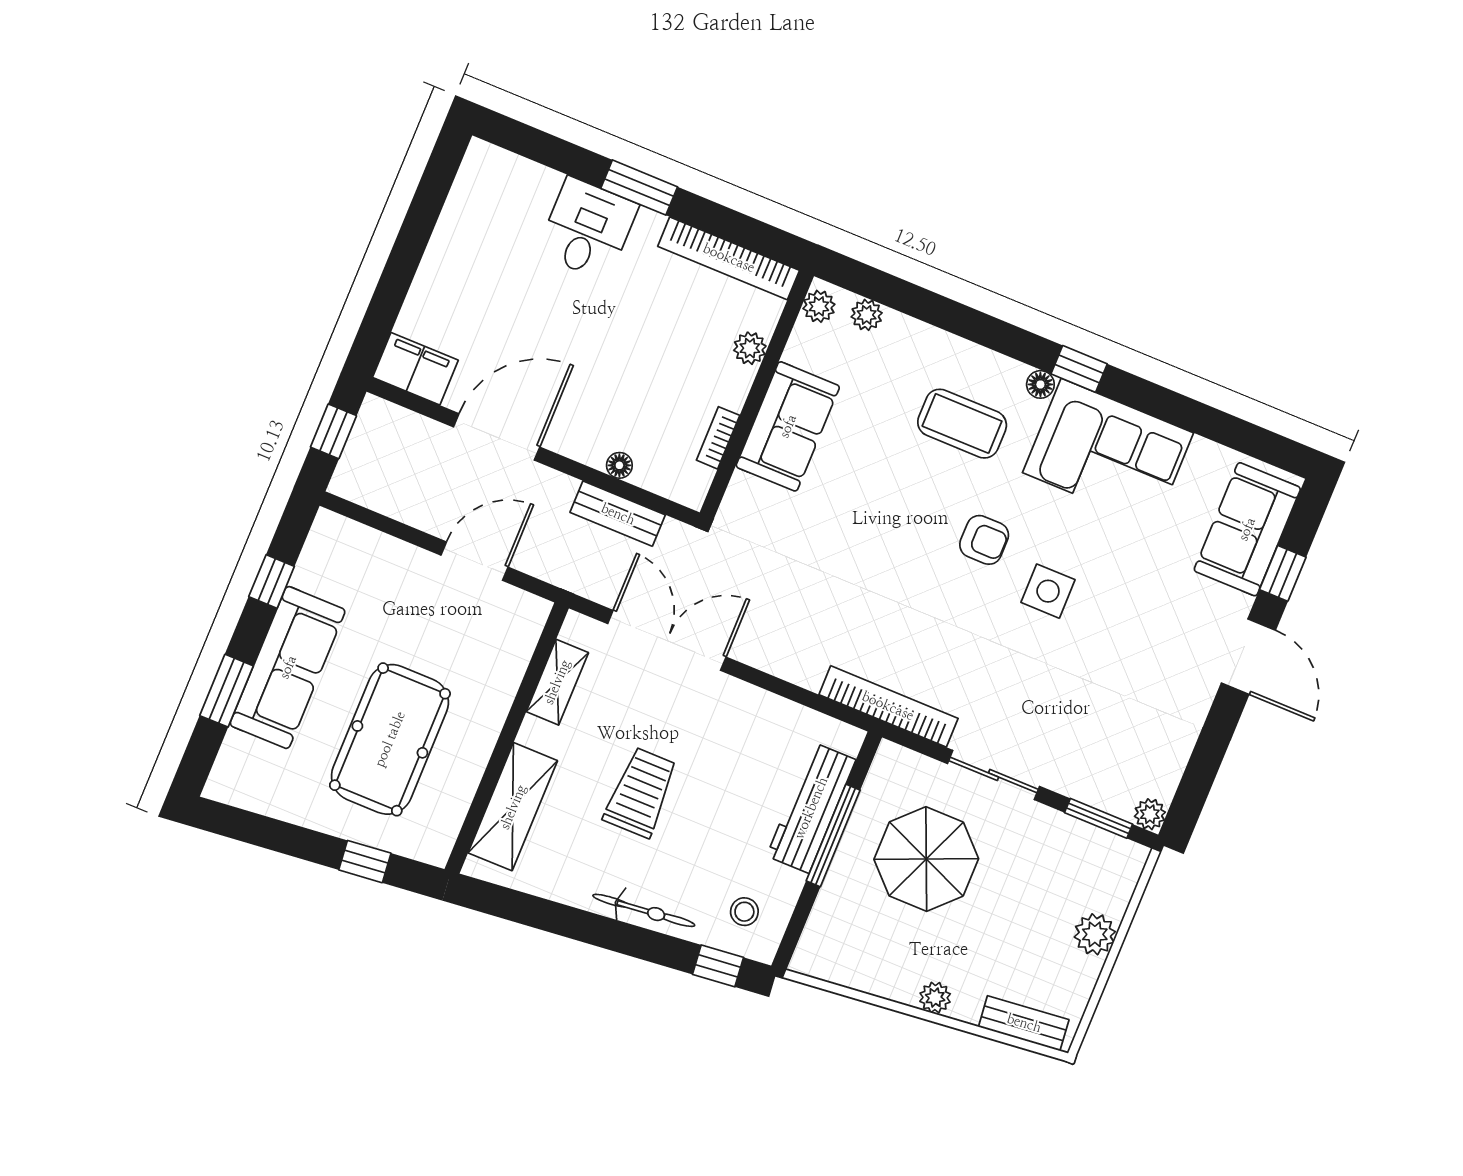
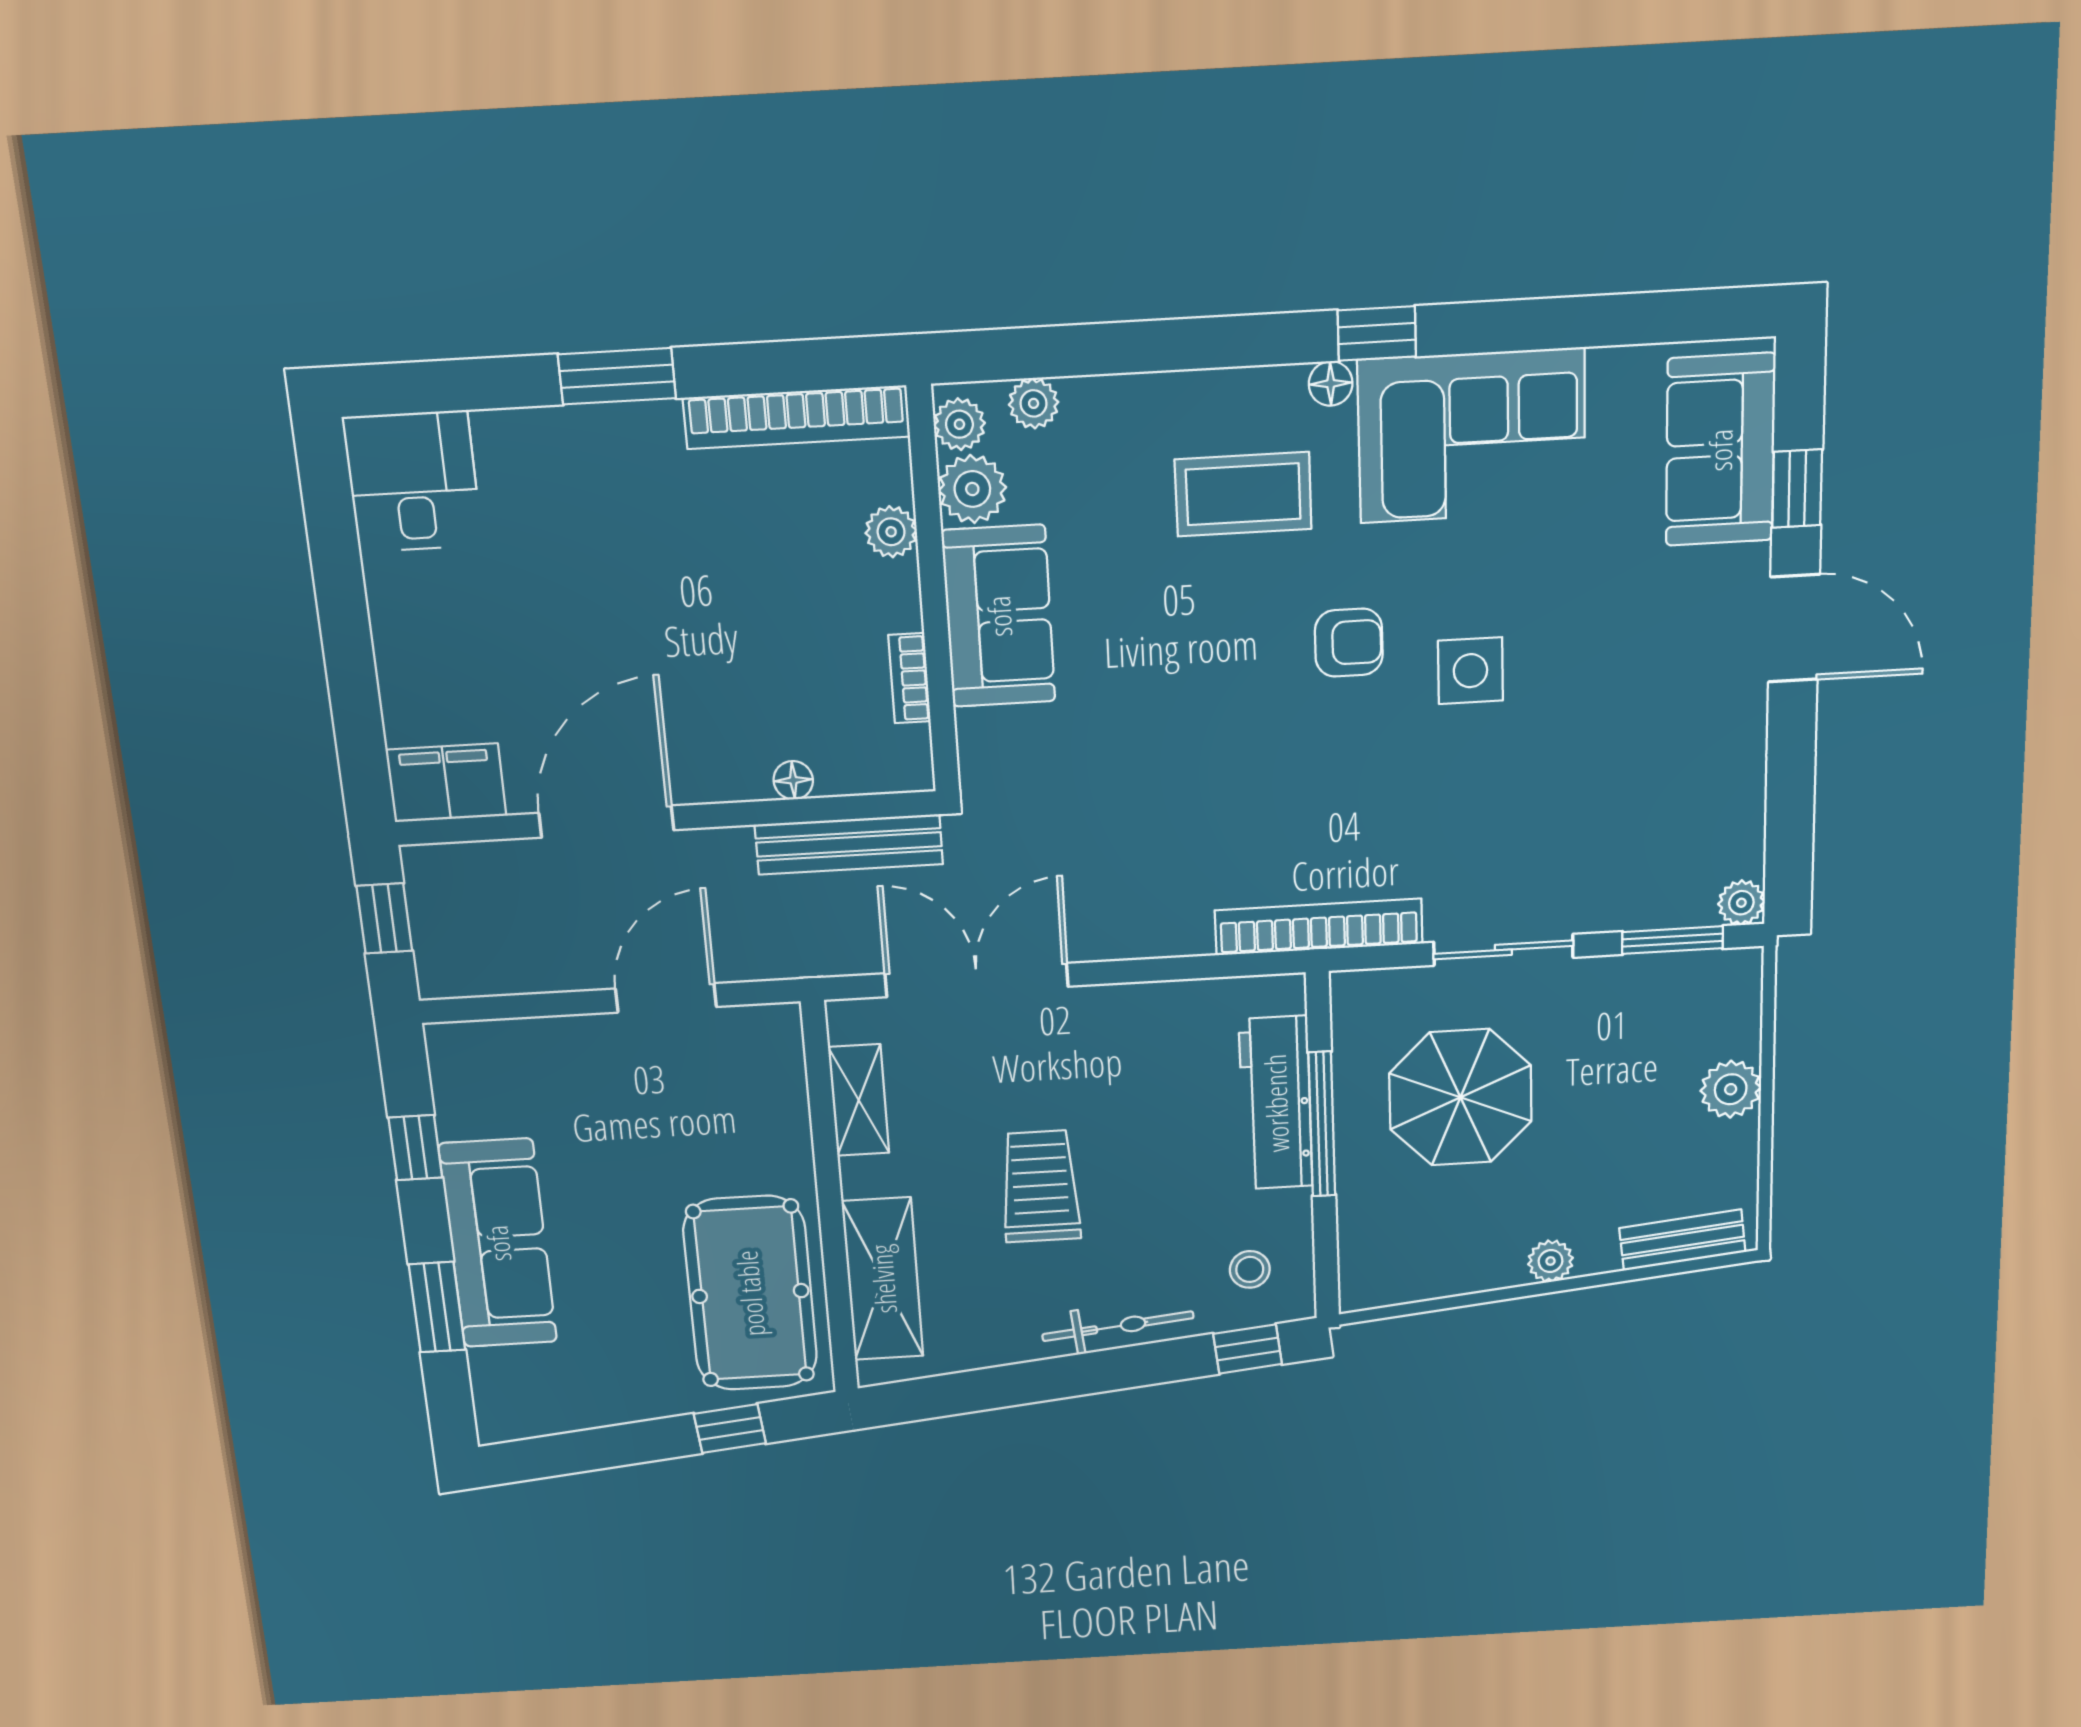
desk: (588, 229) -> (413, 482), moved
plant: (808, 346) -> (972, 489), added
bench: (618, 514) -> (849, 844), width x1.36
pool table: (390, 739) -> (750, 1293), moved

